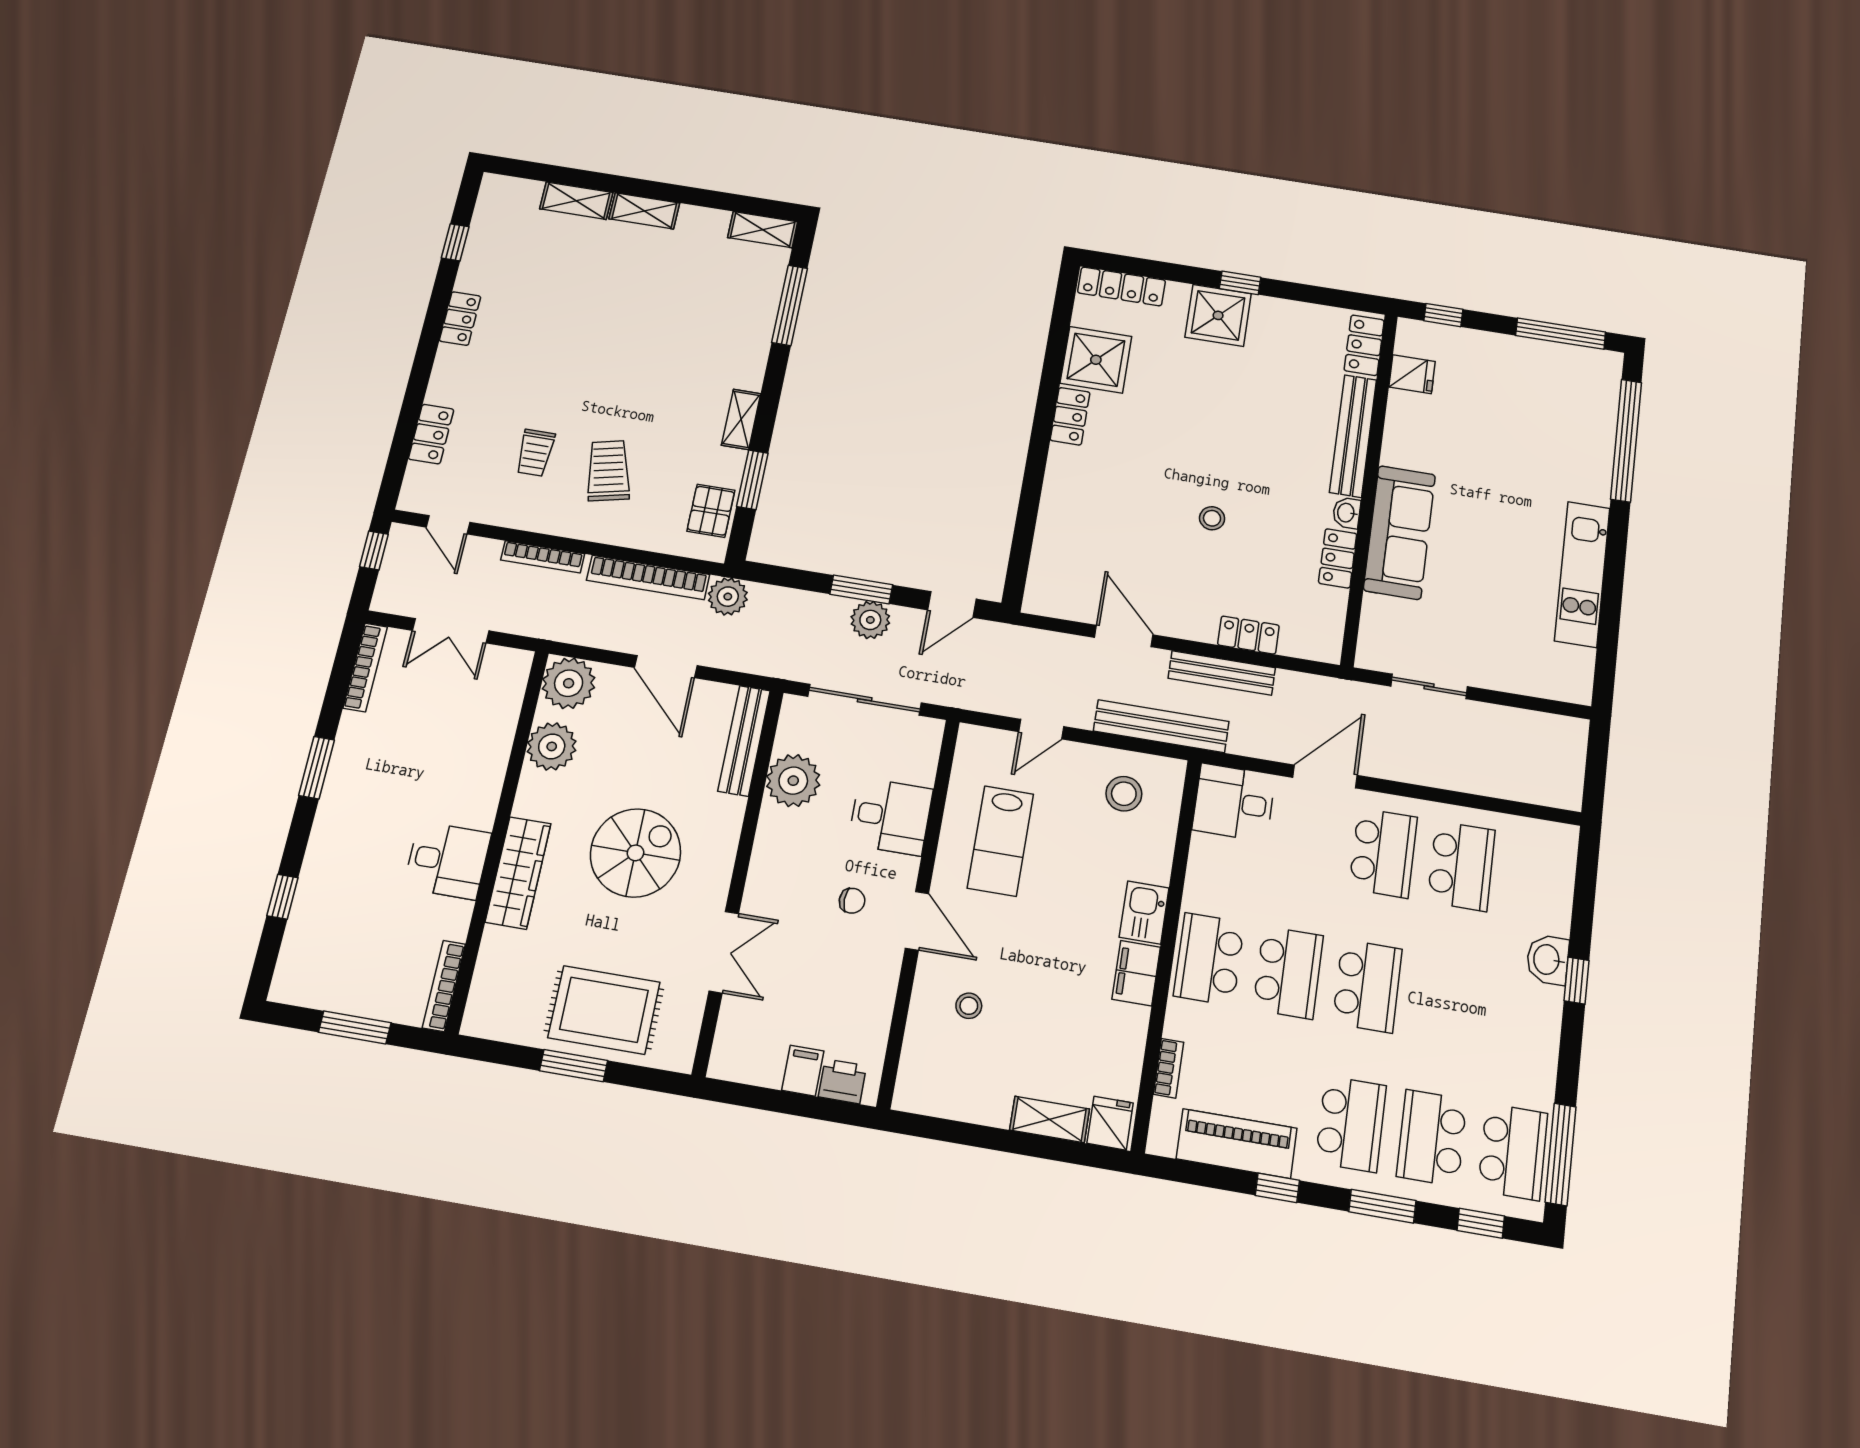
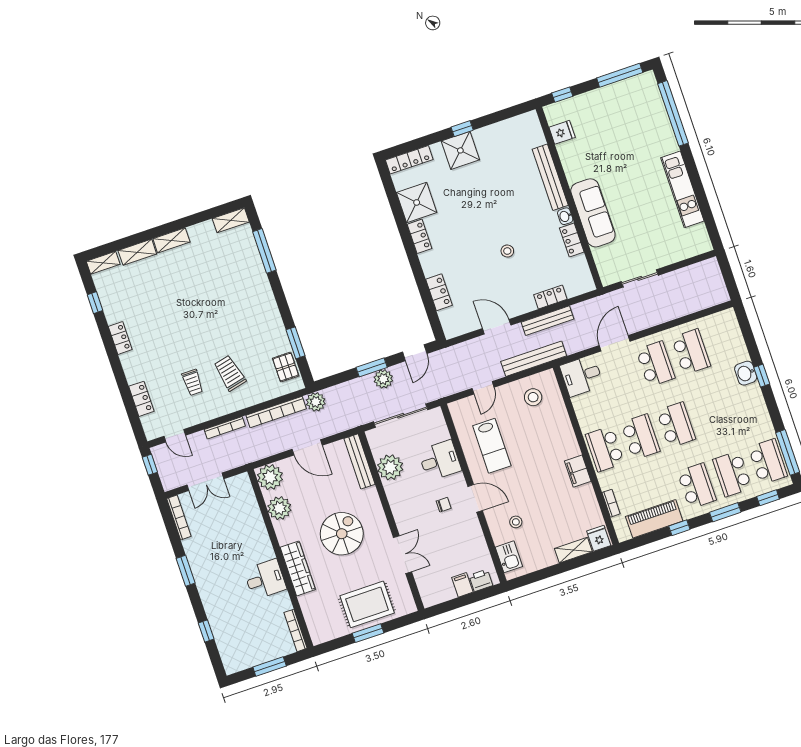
locker: (1364, 345) -> (439, 292), moved, turned 180
shelving: (741, 419) -> (103, 263), moved, turned 90
kitchen sink: (1144, 912) -> (509, 557), moved, turned 180

